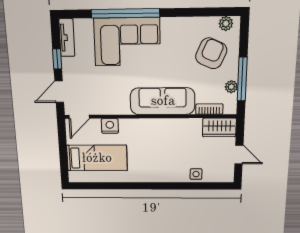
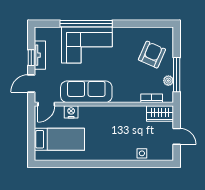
plant: (226, 23) -> (163, 32), removed
tv unit: (67, 38) -> (40, 55), moved
sofa: (163, 101) -> (86, 92), moved

